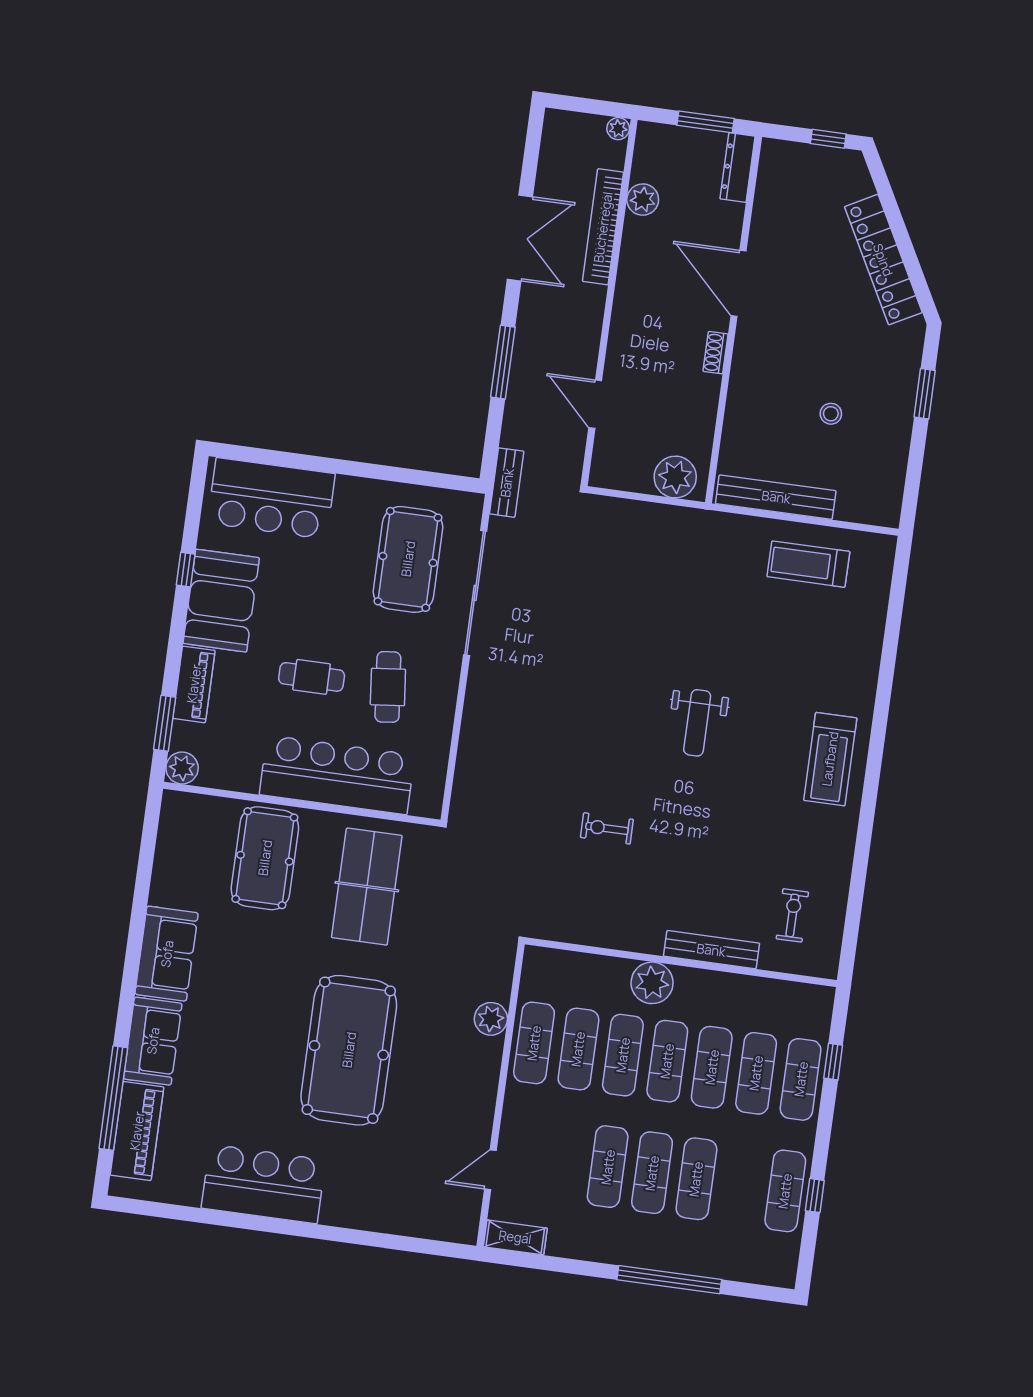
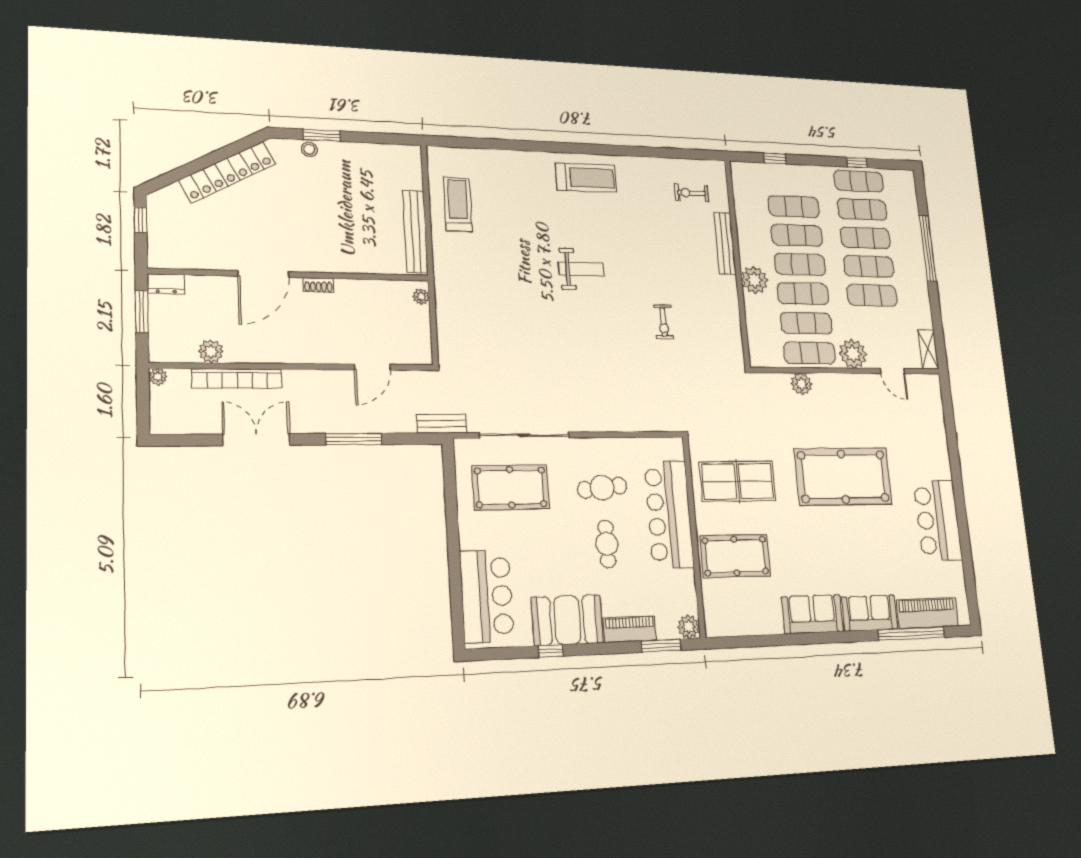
dresser: (738, 168) -> (166, 284), width x0.70
stool: (831, 414) -> (309, 149), moved
plant: (675, 477) -> (421, 297), width x0.53, depth x0.53
treadmill: (808, 564) -> (458, 204), turned 180
exercise mat: (801, 1079) -> (862, 209), moved
plant: (524, 1112) -> (853, 354), added

